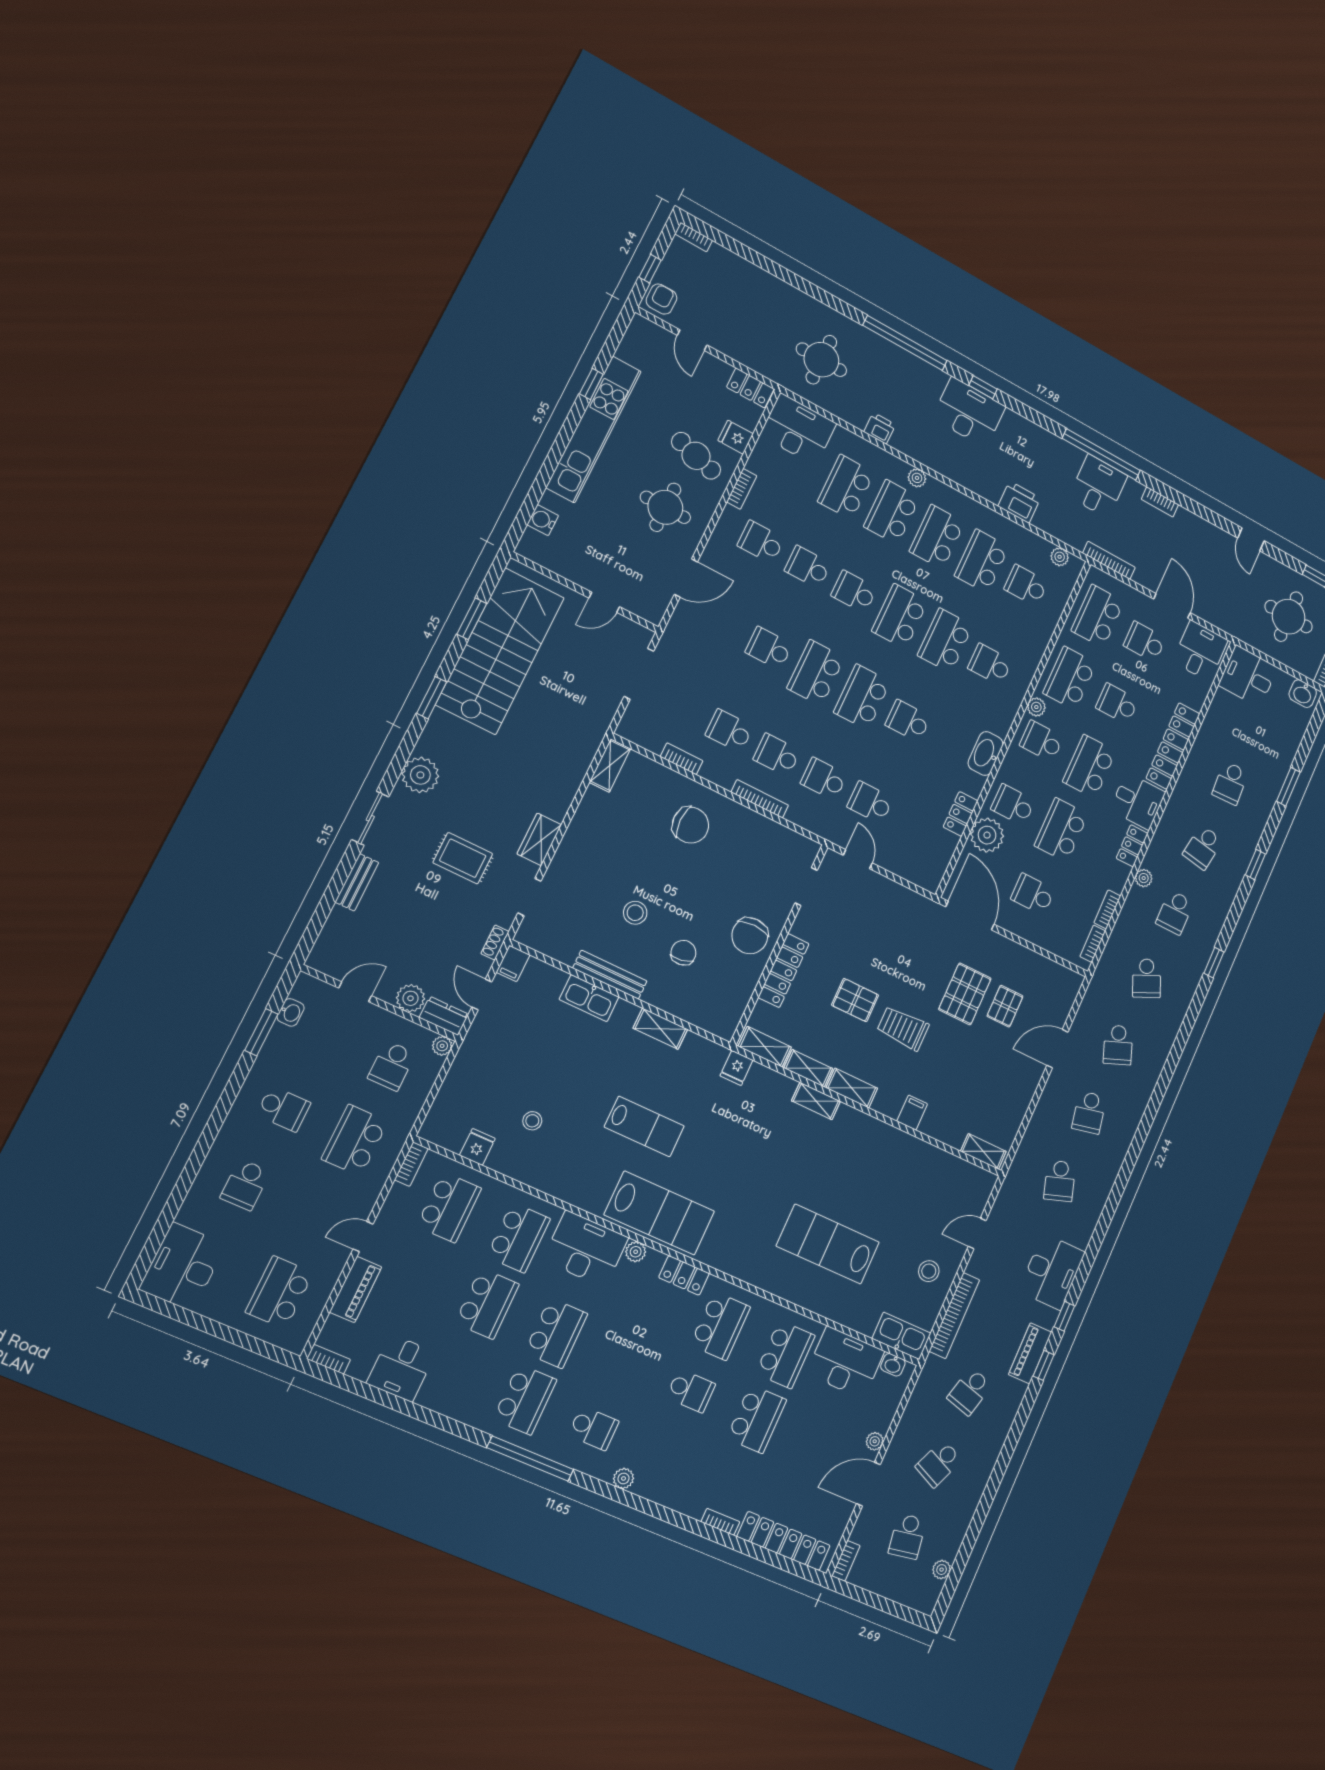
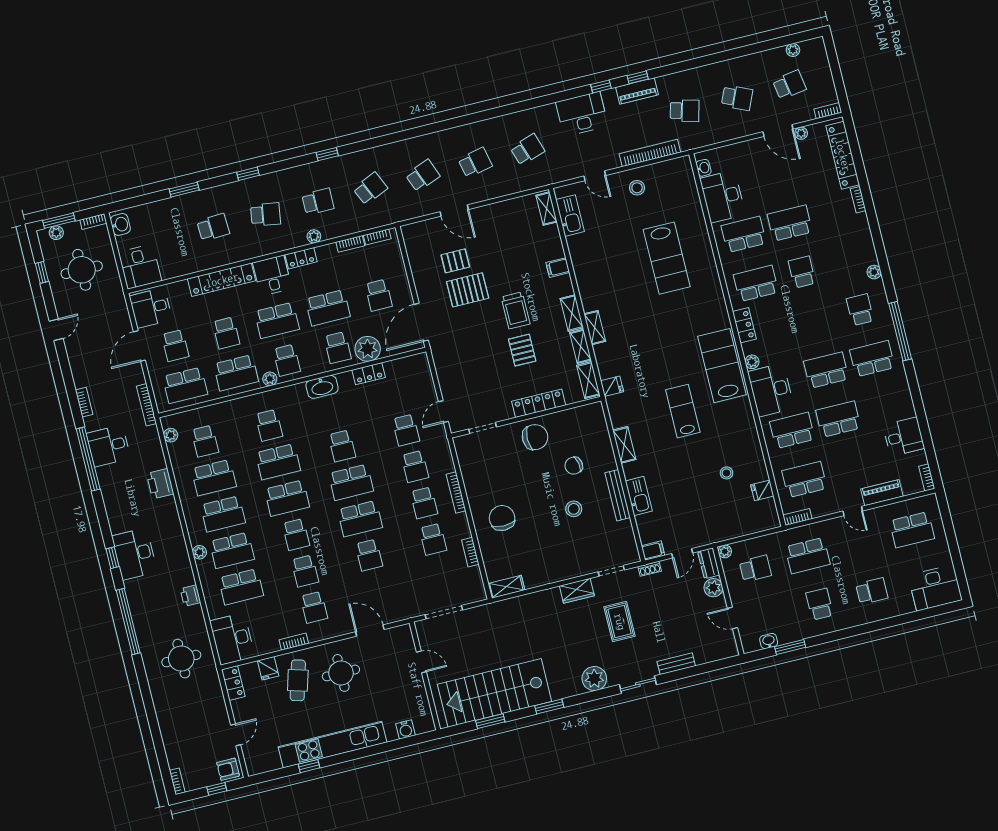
kitchen sink: (901, 1336) -> (570, 216), moved, turned 180
plant: (875, 1441) -> (801, 133), moved

